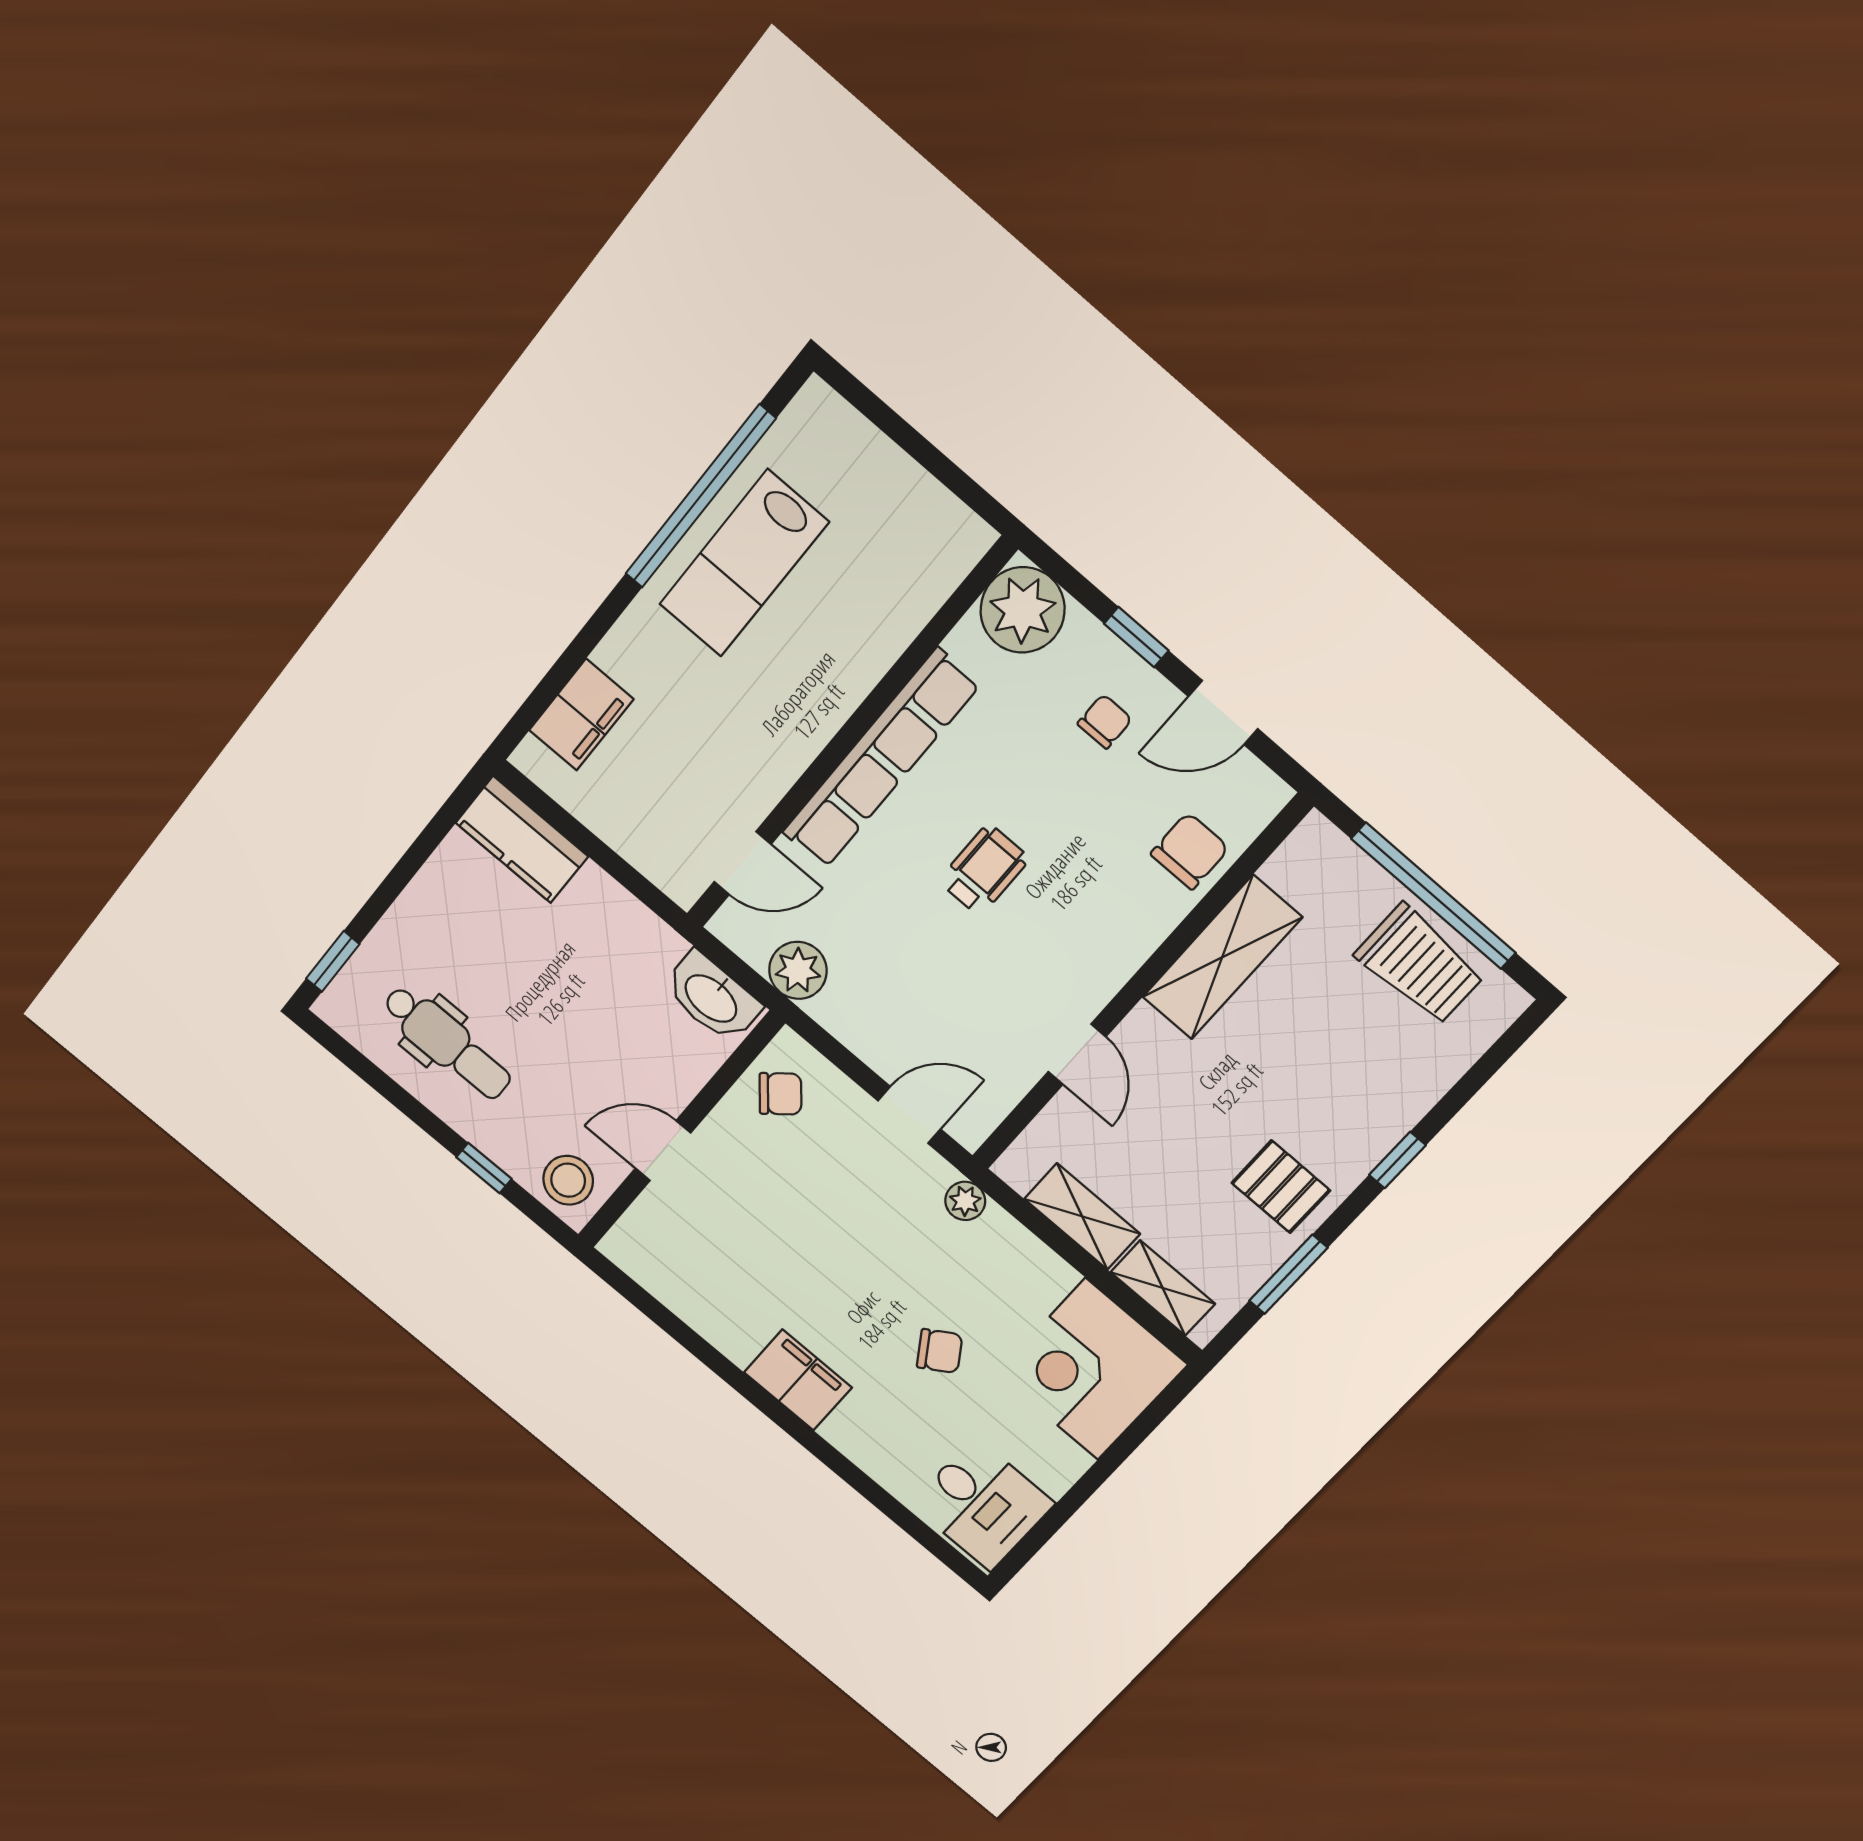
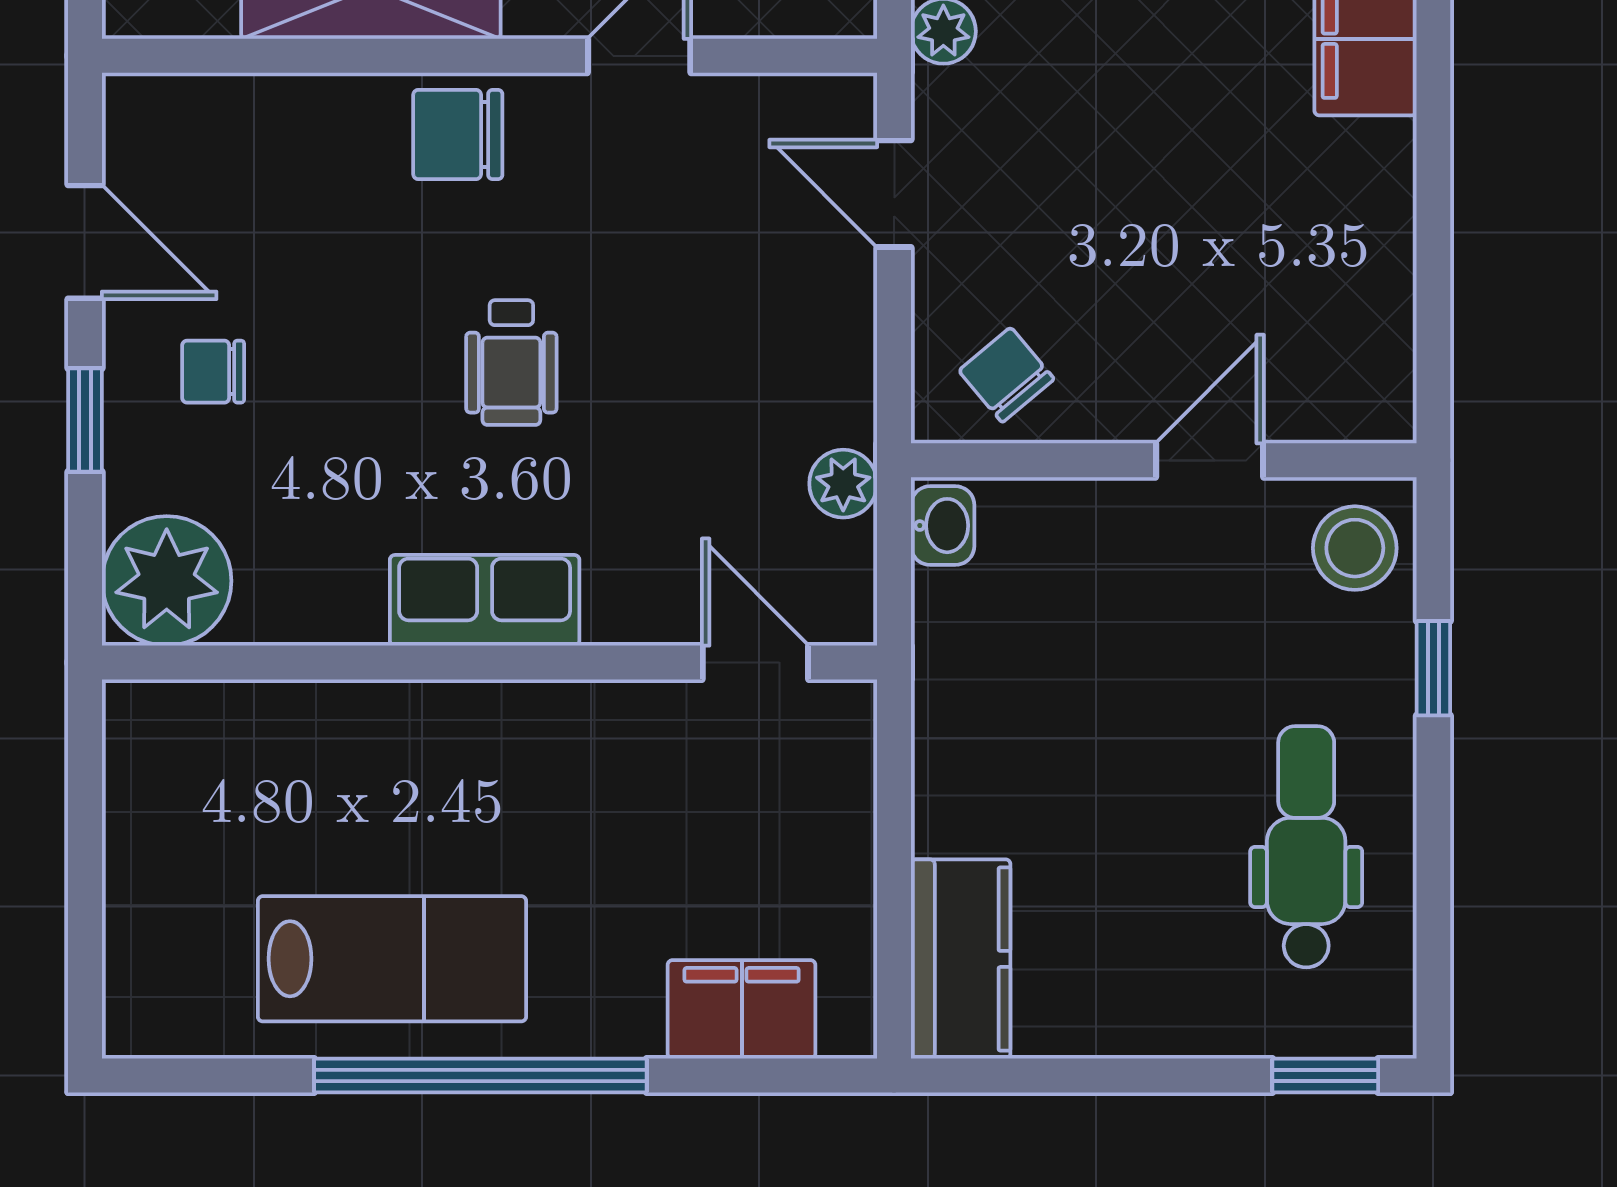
window: (700, 497) -> (480, 1075), moved
row of seats: (881, 759) -> (485, 600), width x0.50
chair: (1190, 851) -> (458, 135), moved
wheelchair: (984, 870) -> (511, 363), turned -90
plant: (798, 970) -> (843, 484), width x0.73, depth x0.73
washbasin: (712, 997) -> (943, 526), width x0.52, depth x0.69
door: (663, 1151) -> (1210, 460), swing flipped

